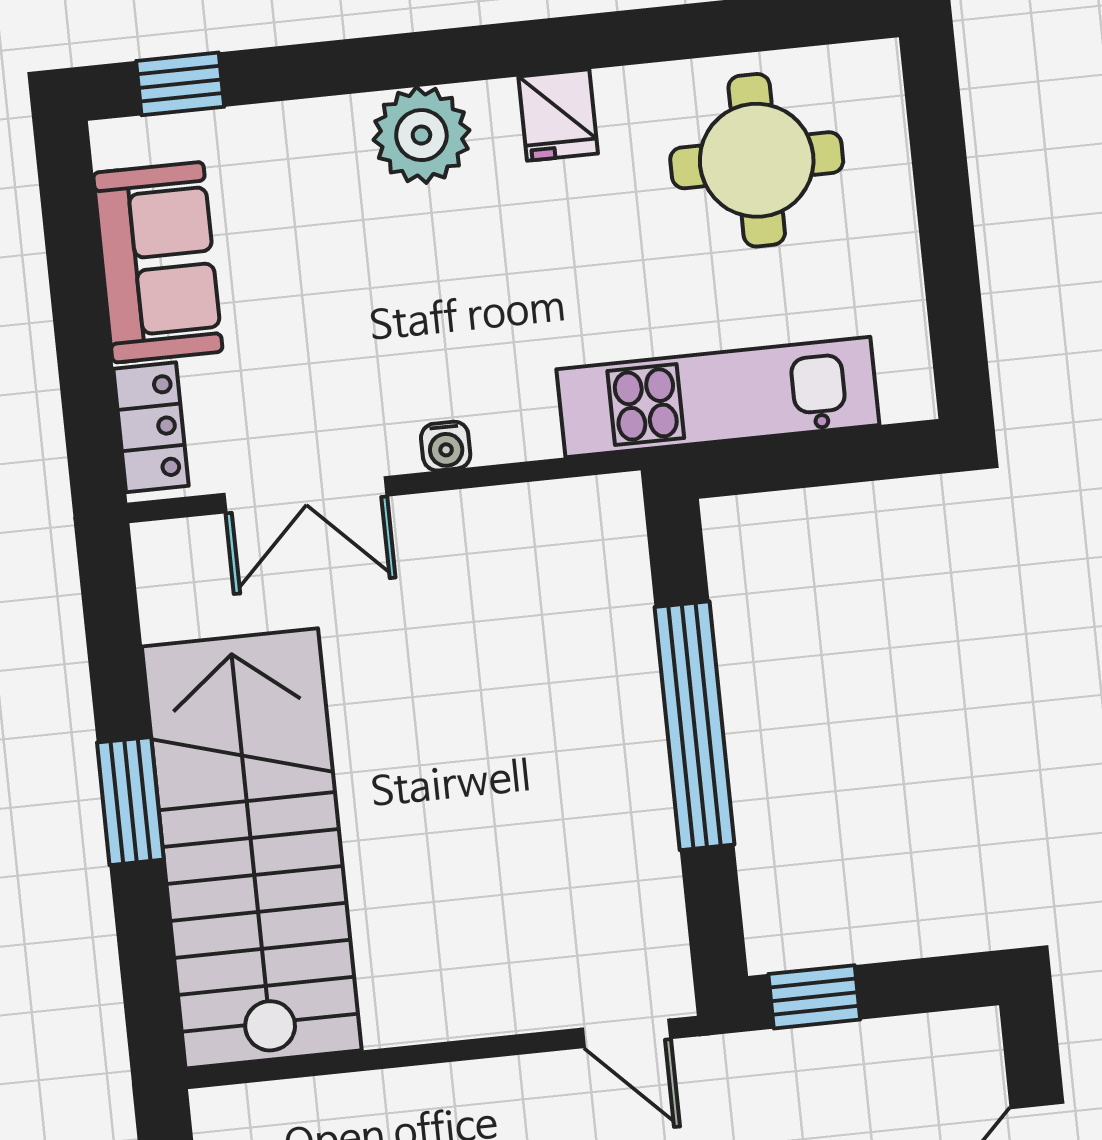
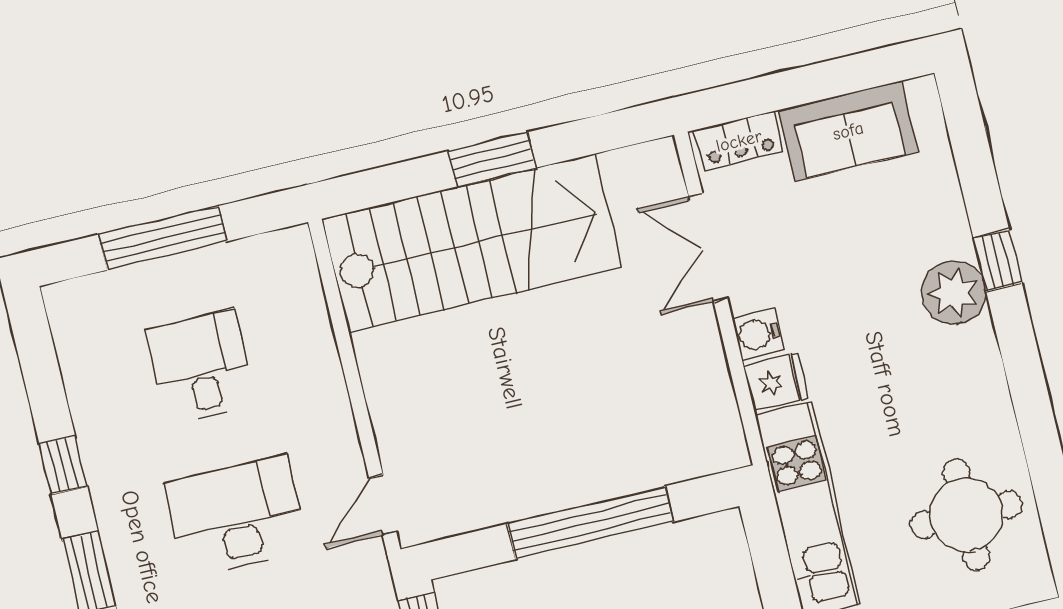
window: (180, 84) -> (998, 260), moved
fridge: (558, 115) -> (776, 382), moved, turned 180
water cooler: (446, 446) -> (758, 334), width x1.38, depth x1.38

